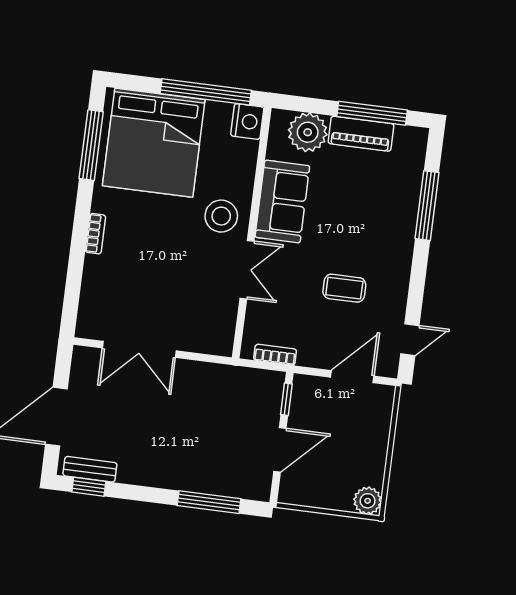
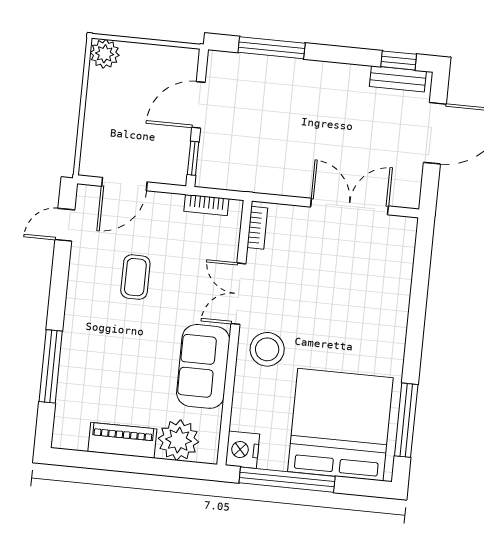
window: (372, 113) -> (111, 462), removed
bookcase: (95, 234) -> (257, 228), moved, turned 180
coffee table: (344, 288) -> (135, 277), turned 90

